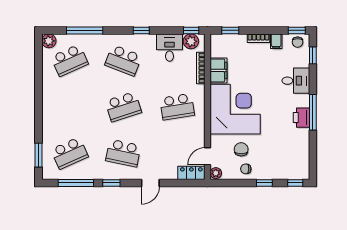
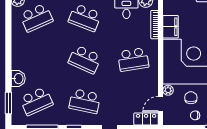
school desk: (123, 107) -> (85, 59), turned 42
washbasin: (49, 128) -> (18, 79), added
plant: (216, 173) -> (168, 90), moved

